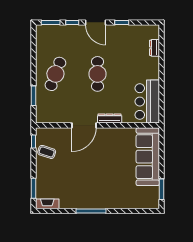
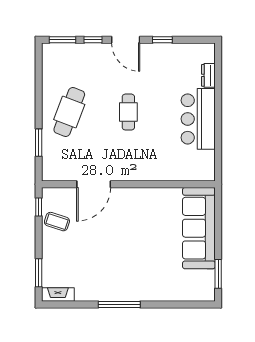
cafe table: (97, 74) -> (128, 112), width x0.73, depth x0.74
bar counter: (147, 102) -> (198, 119), moved
dresser: (110, 119) -> (145, 175), removed
door: (84, 125) -> (94, 184), moved

